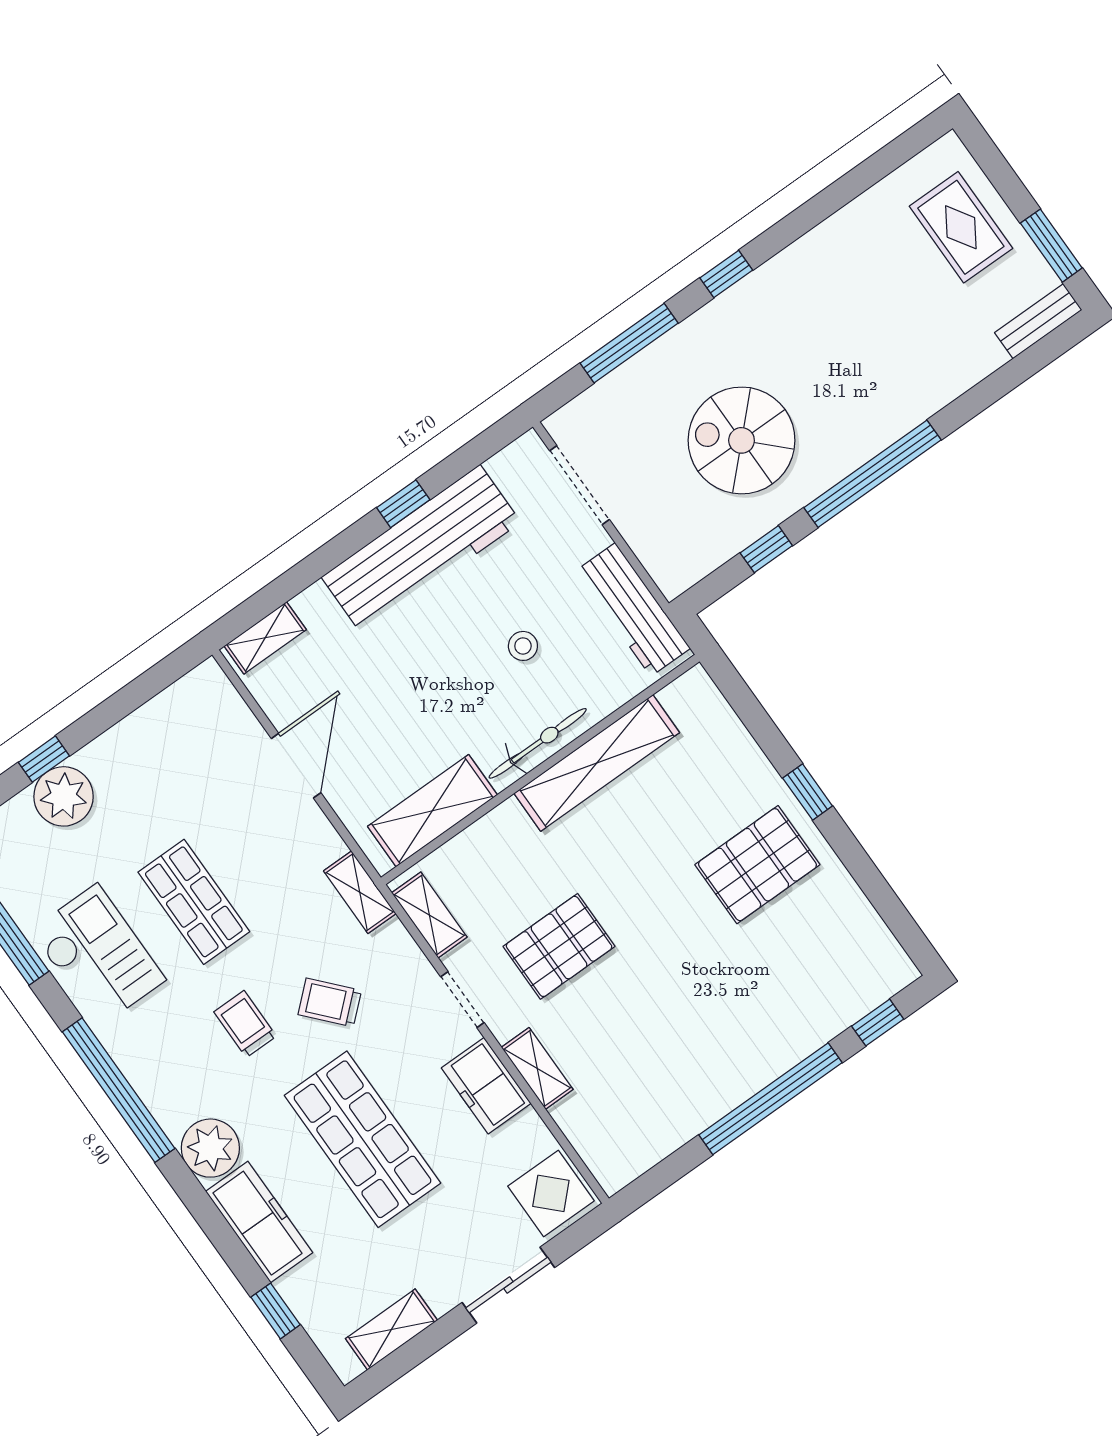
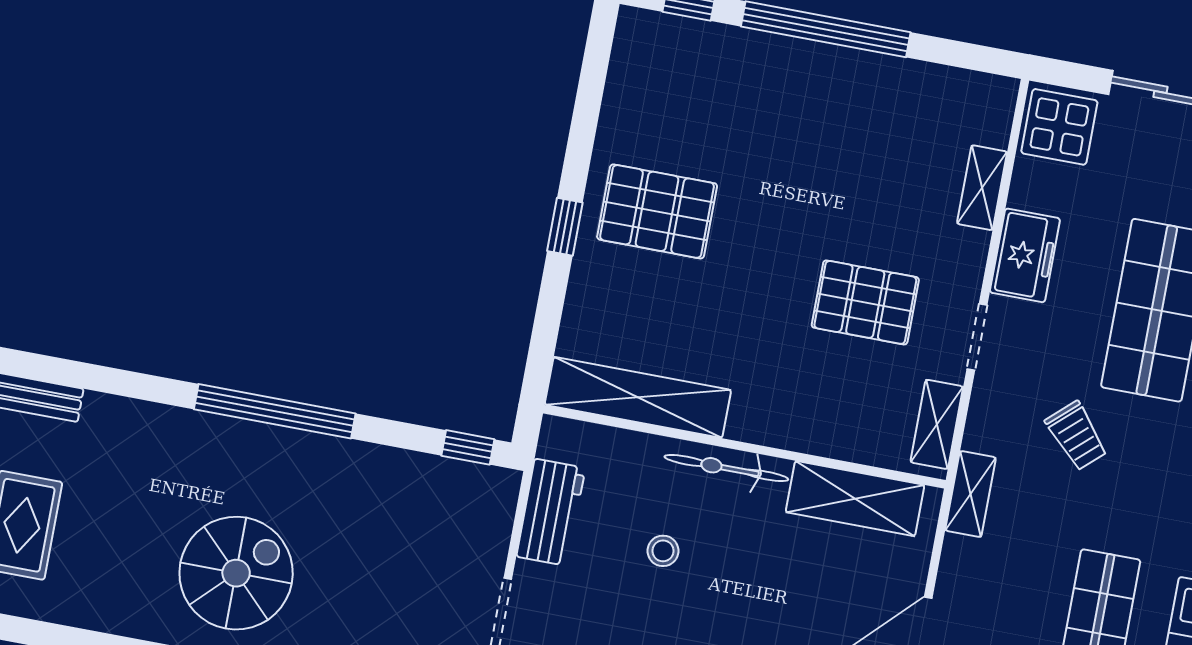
spiral stairs: (742, 440) -> (236, 573), moved, turned -90
window: (766, 549) -> (468, 447), moved
workbench: (633, 610) -> (551, 512), width x0.73
shelving: (597, 763) -> (638, 397), moved
trolley: (245, 1024) -> (1155, 484), removed
shelving: (537, 1068) -> (982, 188), moved

